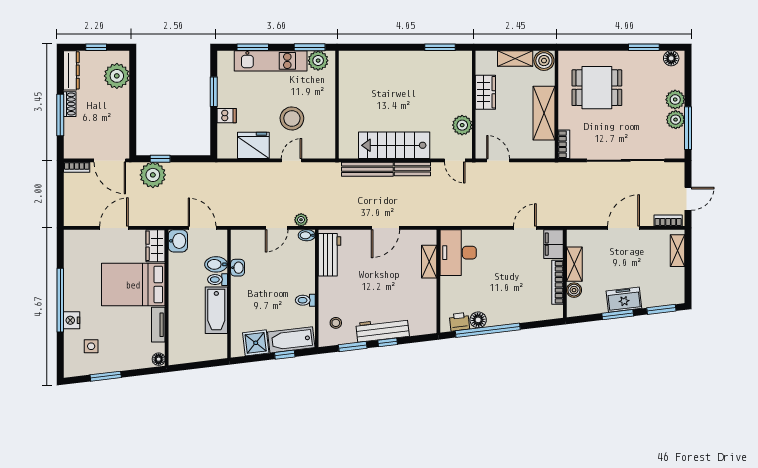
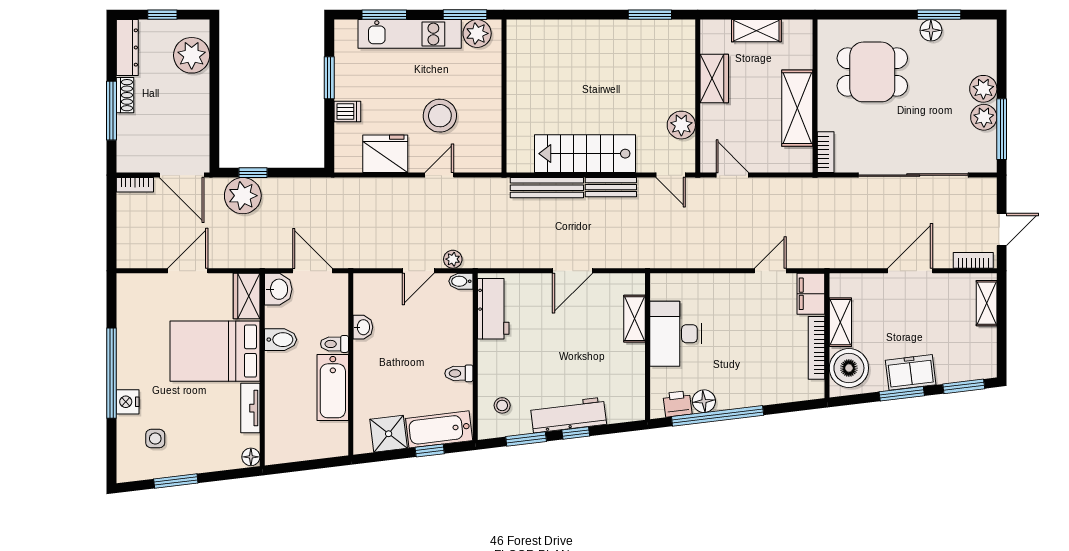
floor lamp: (671, 58) -> (931, 30), moved
boiler: (544, 61) -> (797, 34), removed
desk: (458, 253) -> (676, 334), moved
bidet: (216, 264) -> (281, 340), moved, turned 180
boiler: (574, 290) -> (849, 368), width x1.86, depth x1.86

